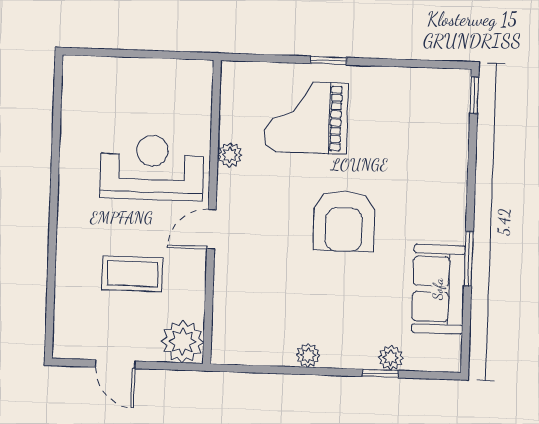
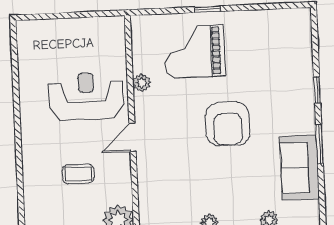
window: (474, 95) -> (317, 90), moved
coffee table: (132, 274) -> (78, 174), width x0.73, depth x0.77

